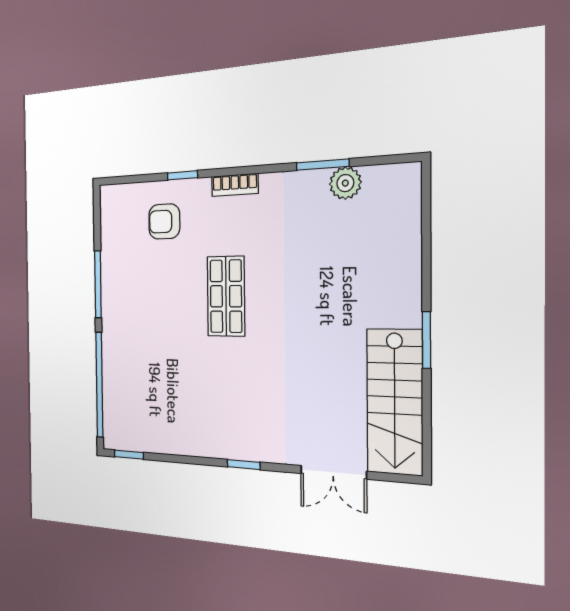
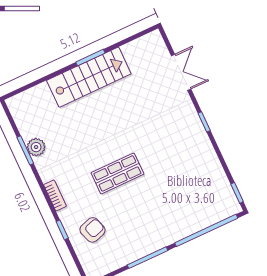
plant: (345, 183) -> (36, 147), moved
armchair: (164, 221) -> (92, 230), turned -108
stairs: (395, 402) -> (89, 77), moved

